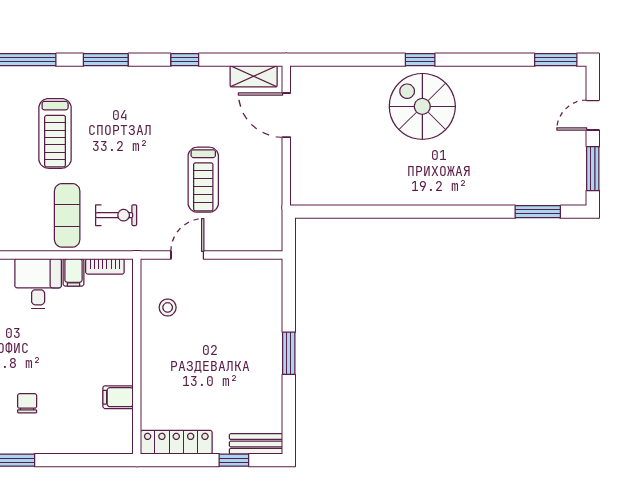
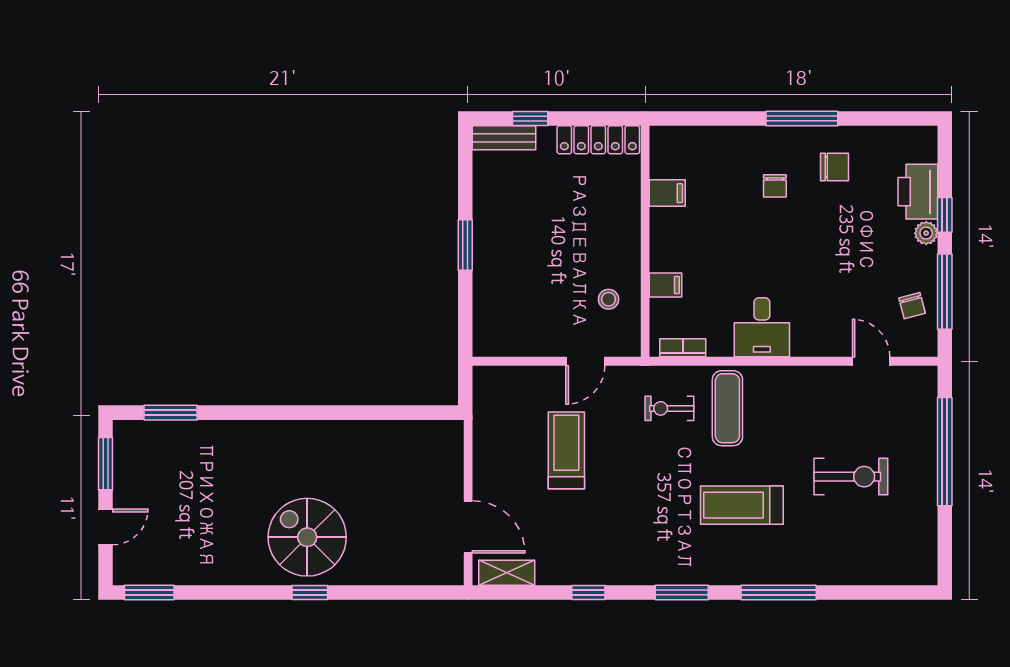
spiral stairs: (422, 106) -> (307, 537), turned 180
treadmill: (55, 133) -> (742, 505), turned -90
filing cabinet: (73, 272) -> (666, 285), moved, turned 90

